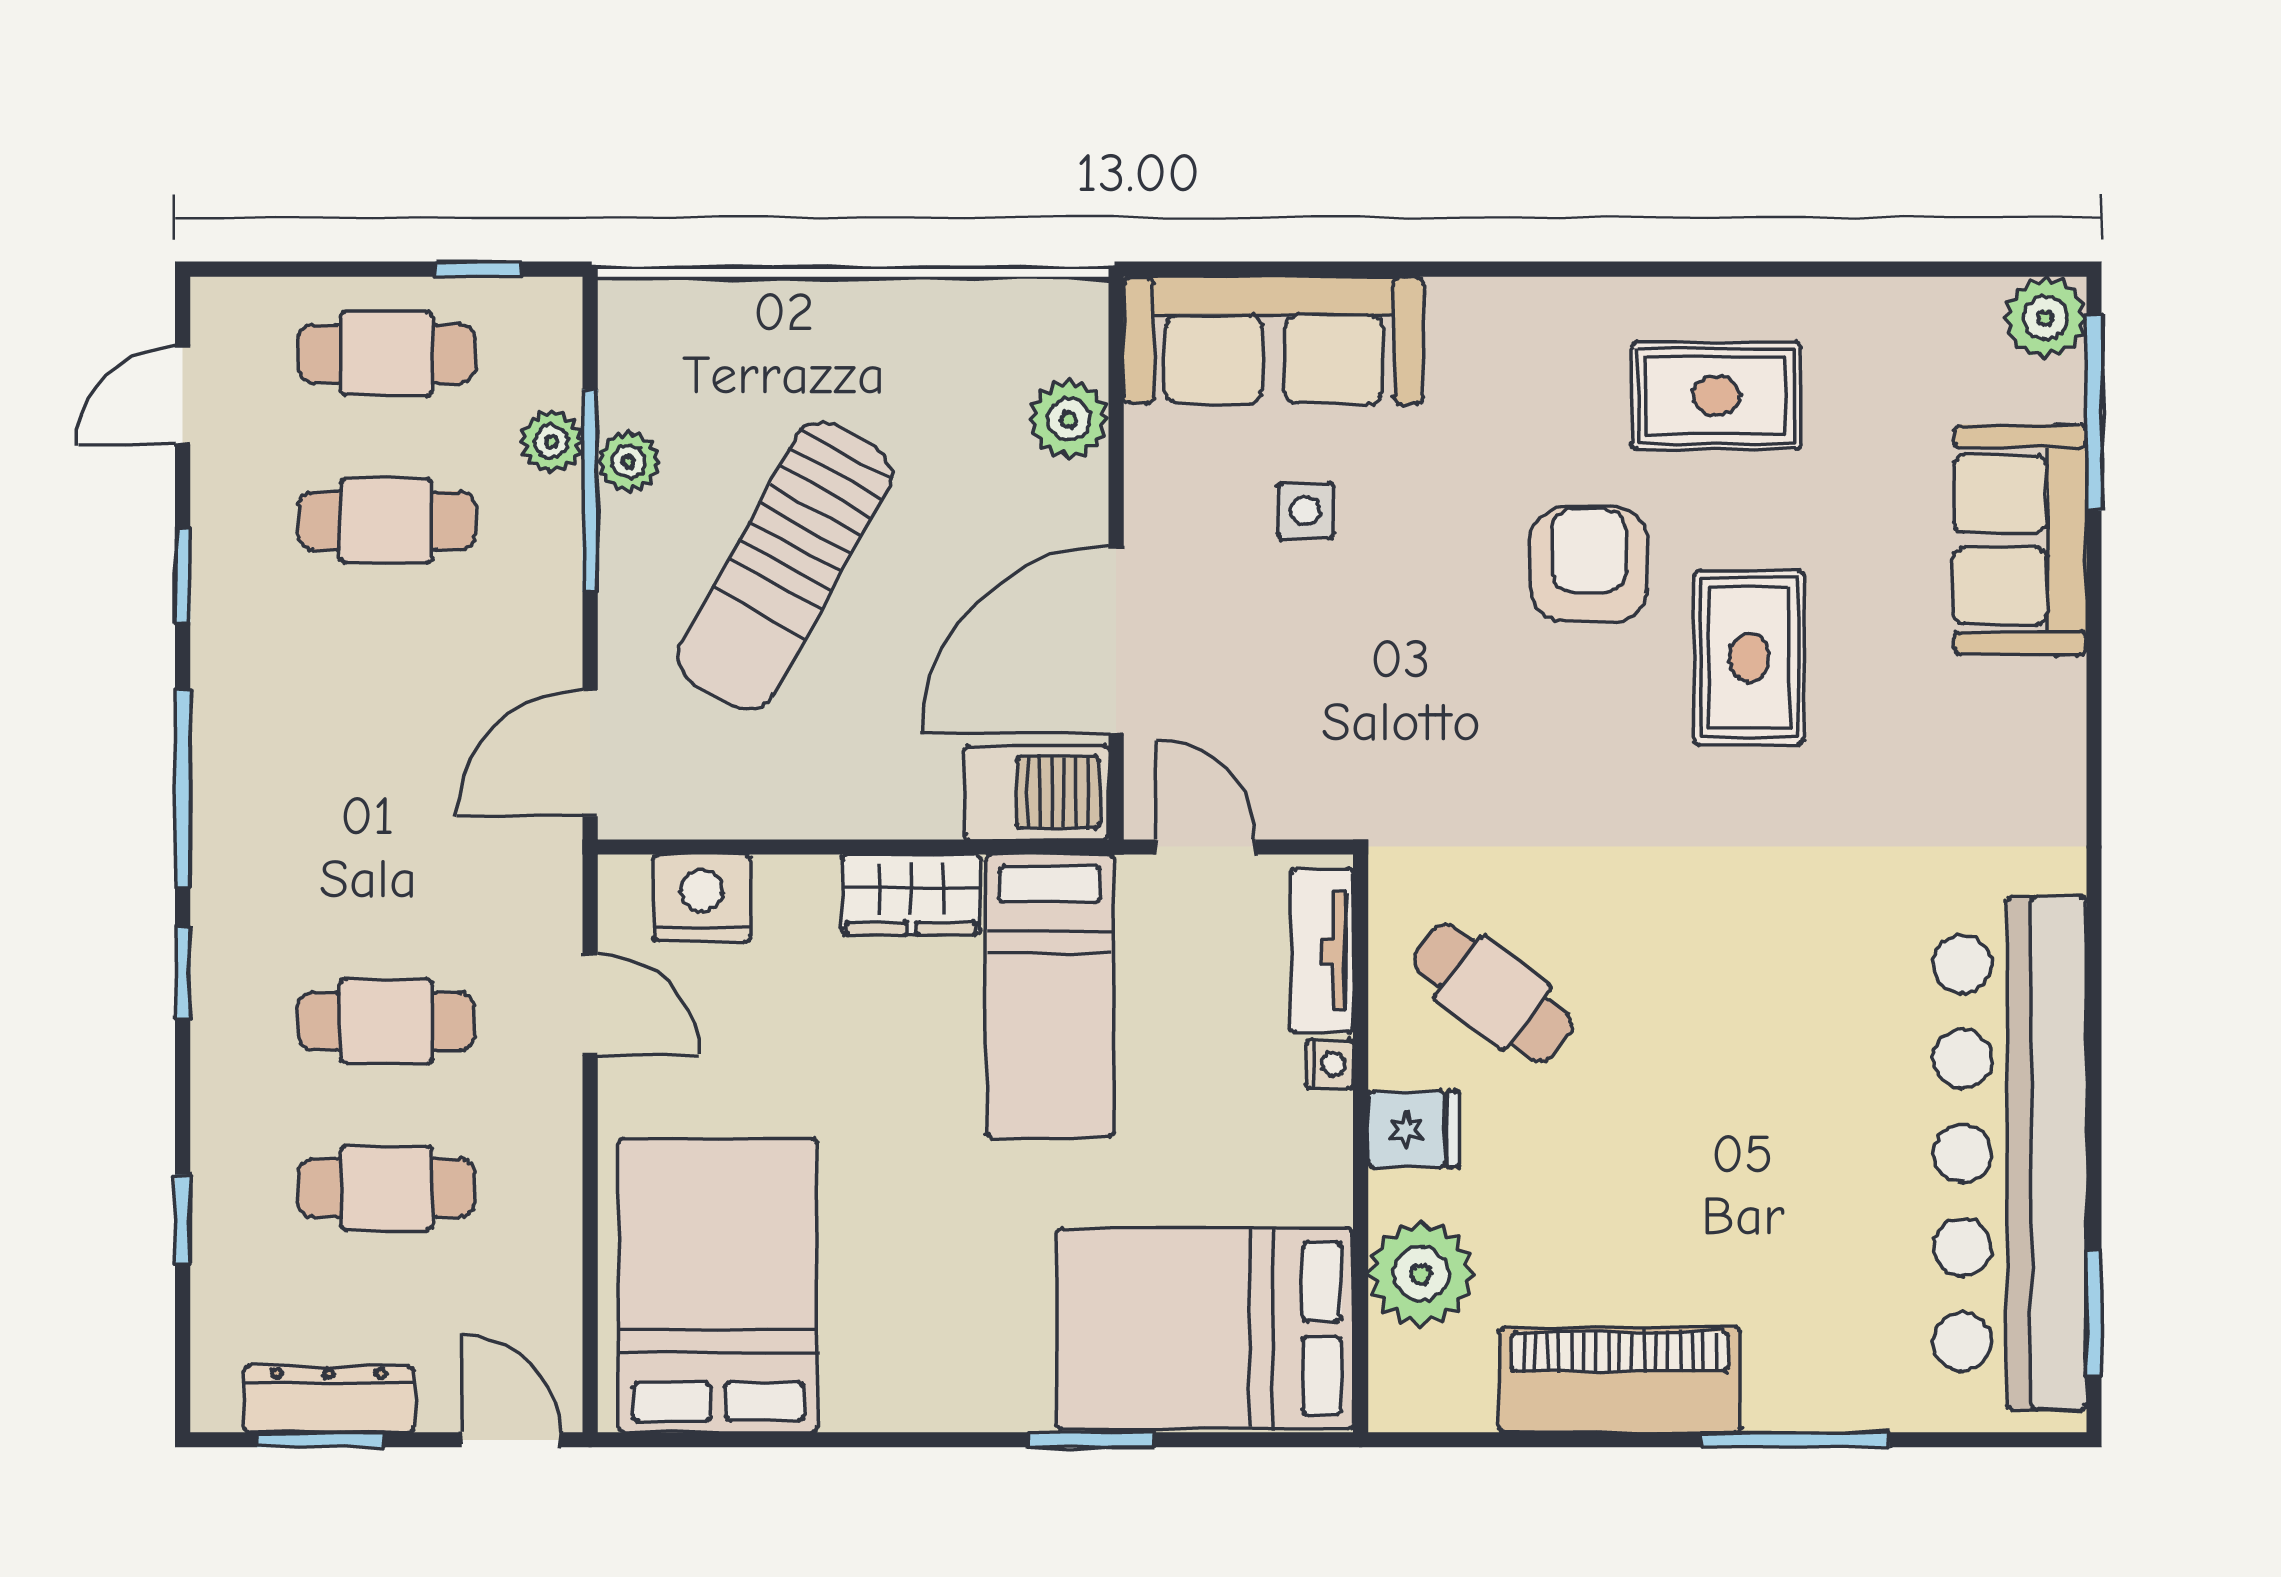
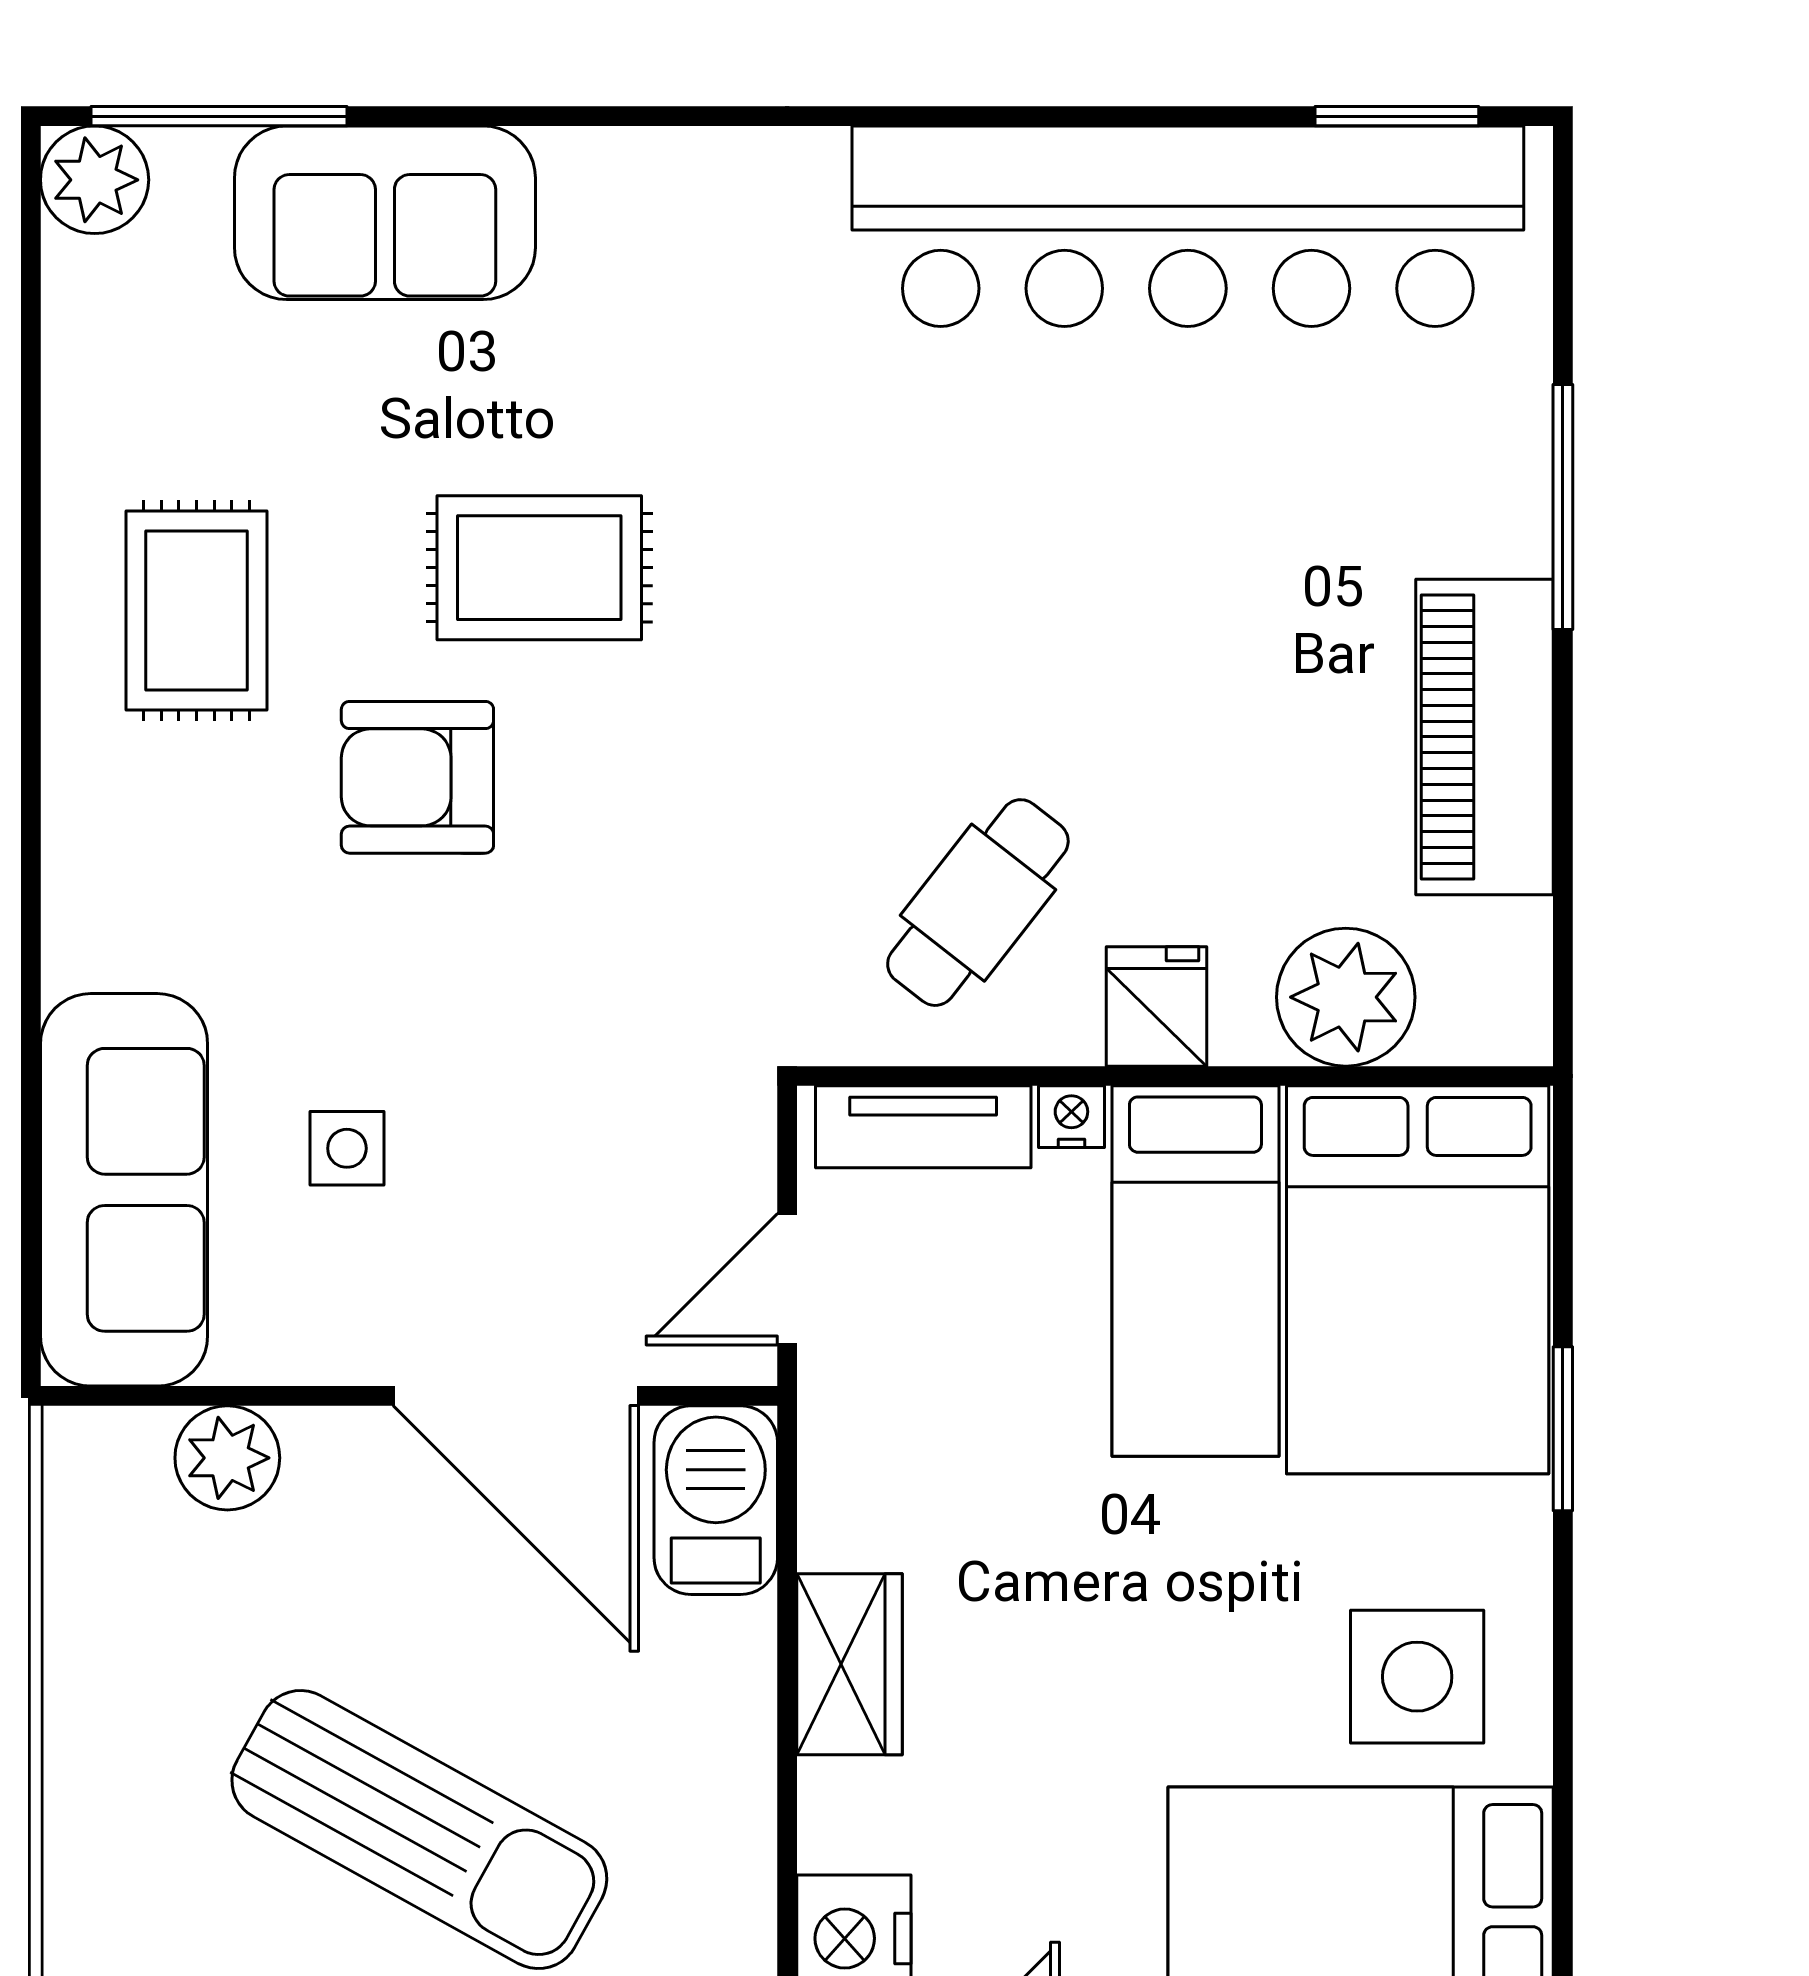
bed: (1050, 996) -> (1195, 1271), moved, turned 90
side table: (902, 1328) -> (1417, 1677), added

